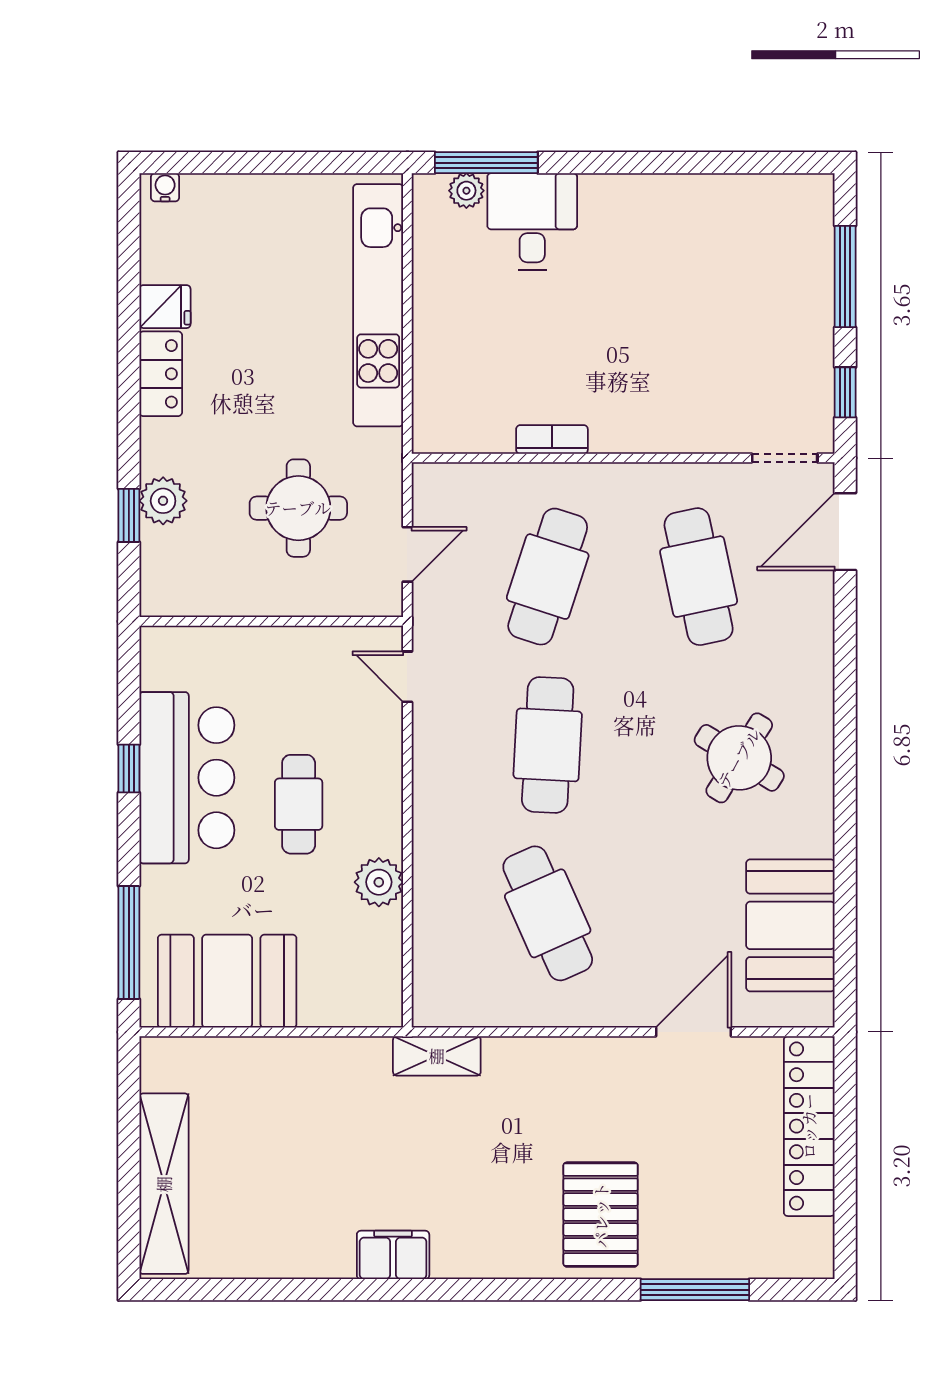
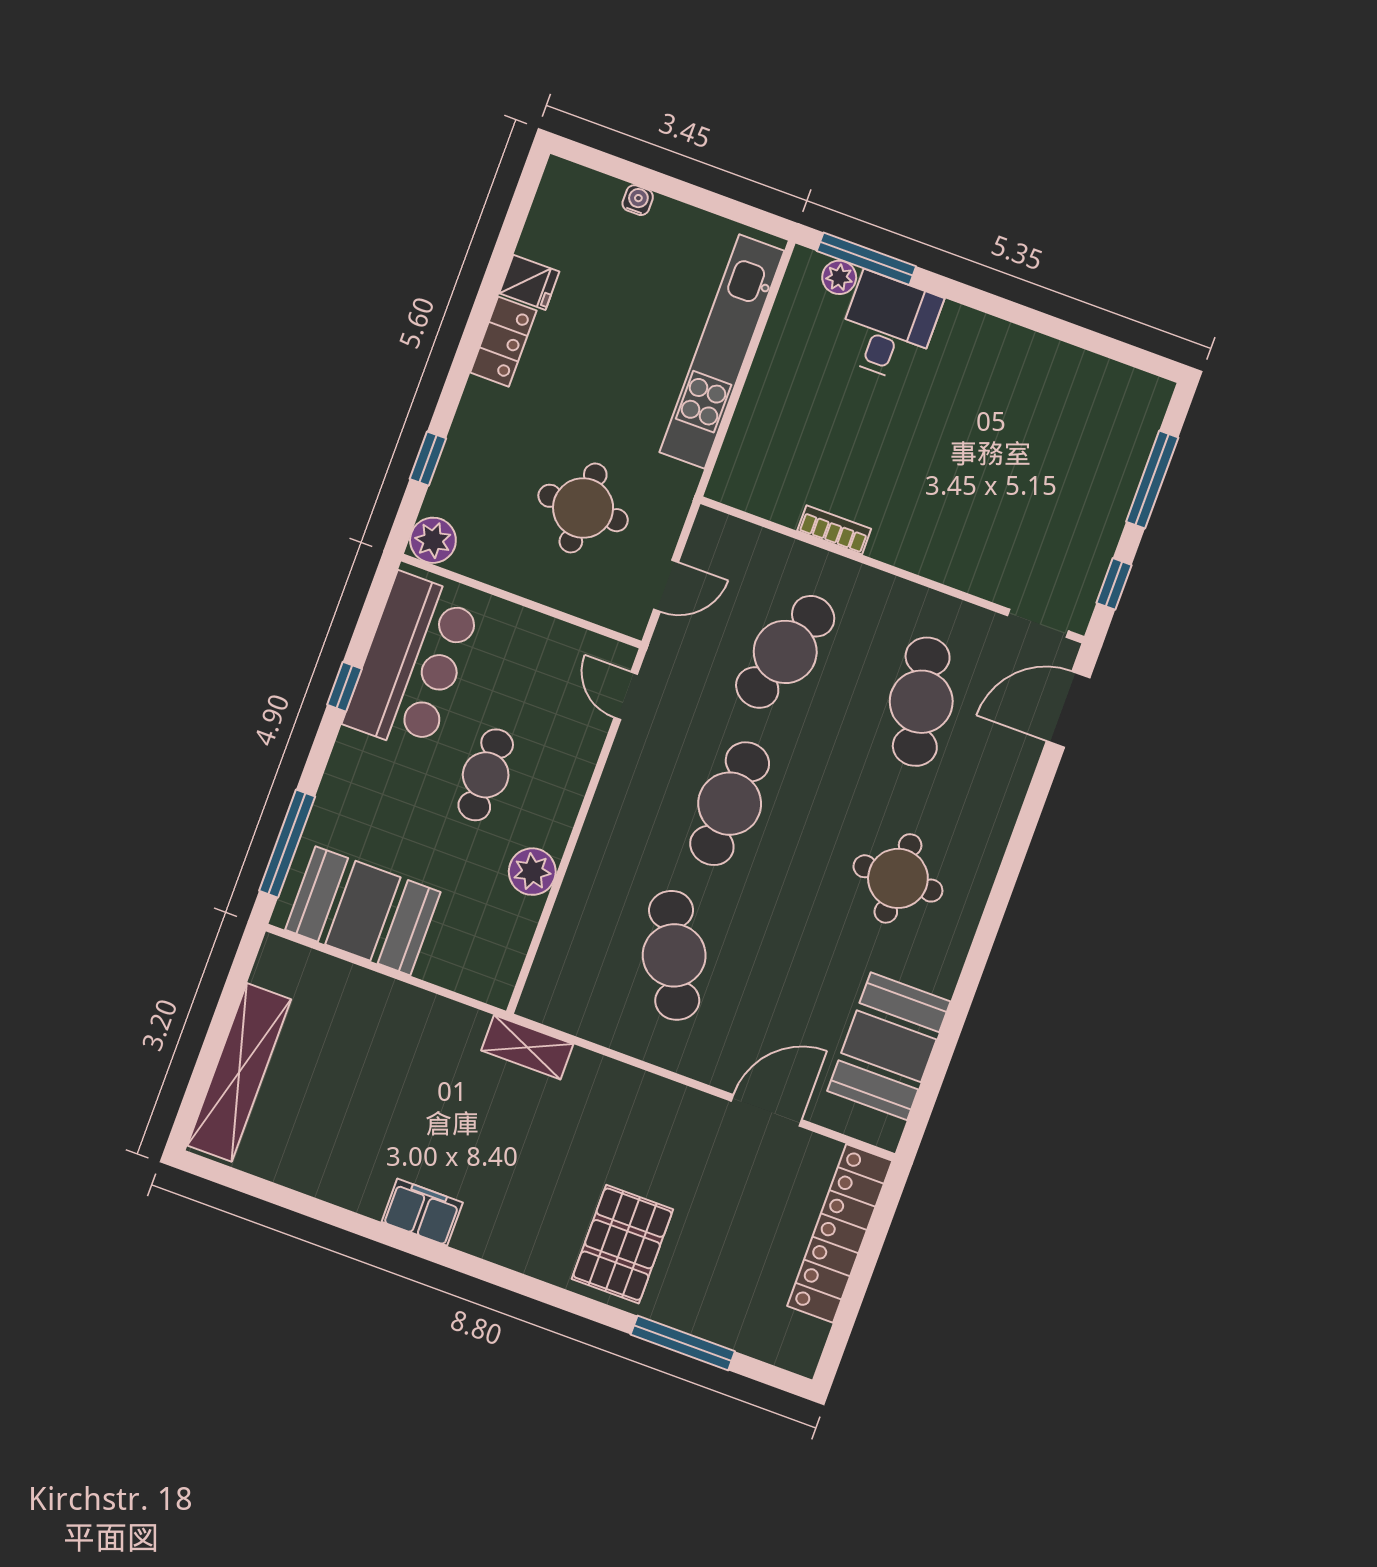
water cooler: (165, 187) -> (638, 200), moved
plant: (163, 501) -> (433, 540), moved
round table: (739, 758) -> (898, 878), turned -32
bar counter: (187, 778) -> (413, 663), moved

